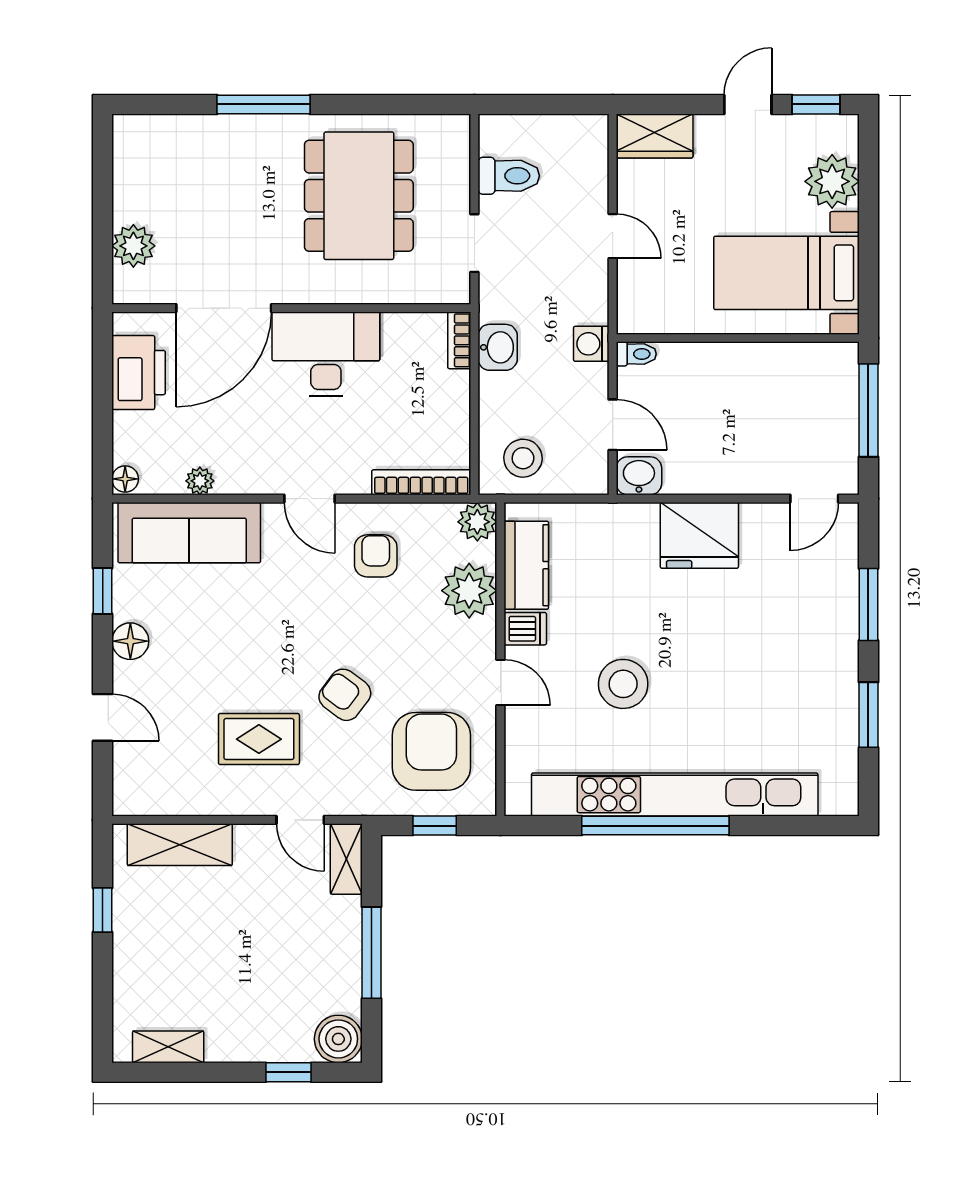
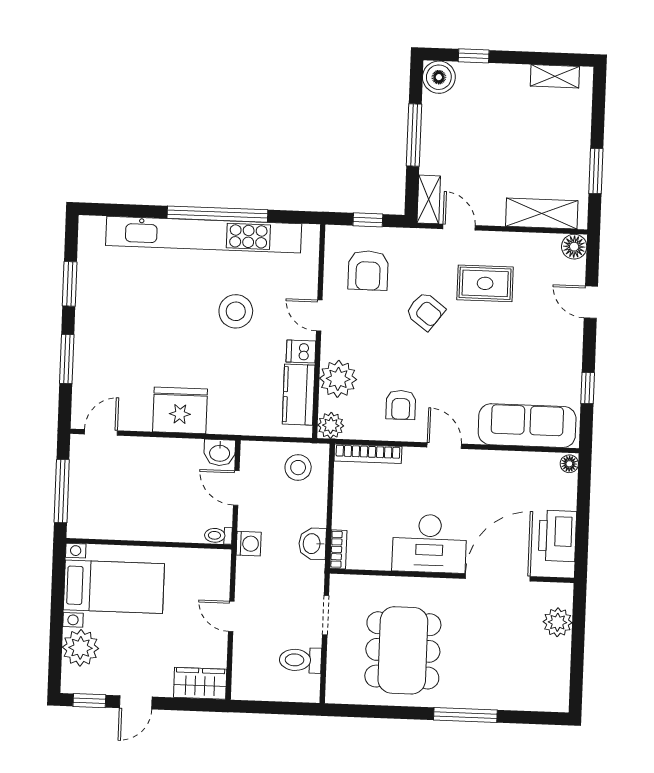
plant: (200, 481) -> (519, 460), removed
floor lamp: (130, 641) -> (574, 247), moved
armchair: (431, 751) -> (368, 270), width x0.73, depth x0.73
window: (103, 910) -> (596, 171), width x1.50

